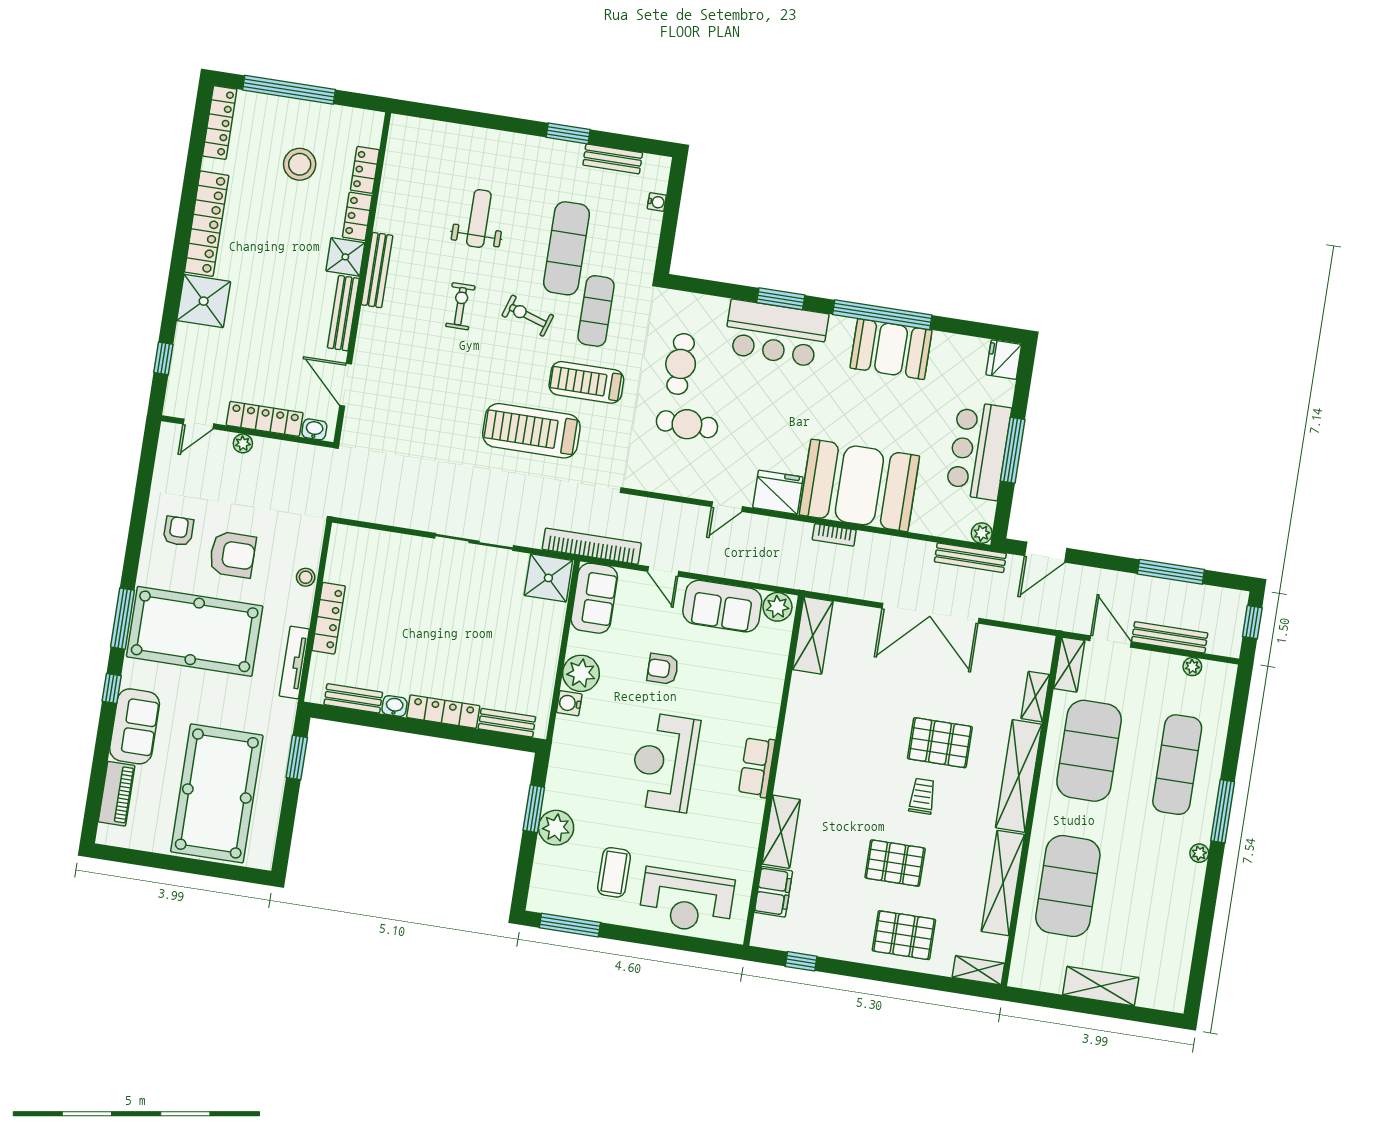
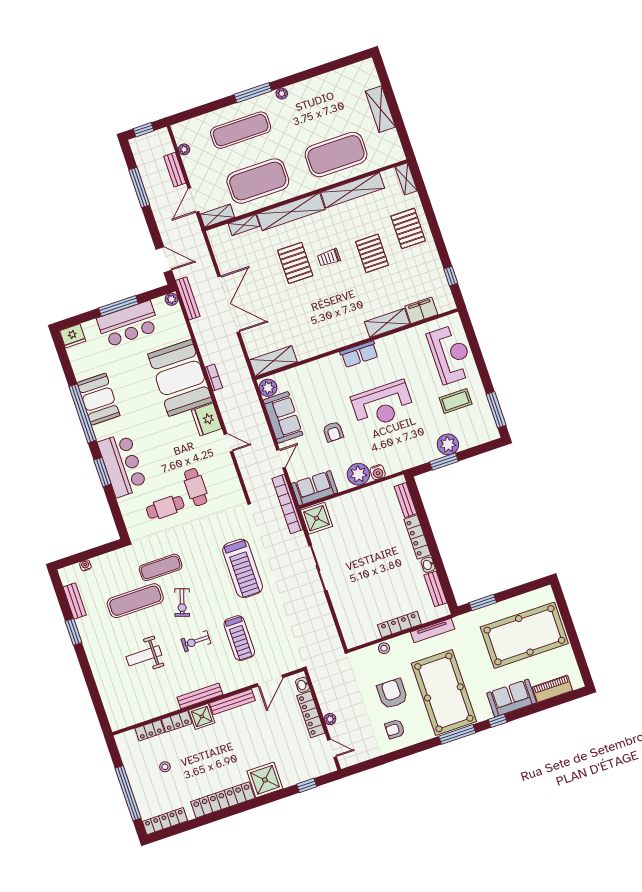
stool: (300, 164) -> (165, 767), width x0.53, depth x0.53
treadmill: (586, 382) -> (239, 638), moved
bench: (1170, 637) -> (175, 170), width x0.73

